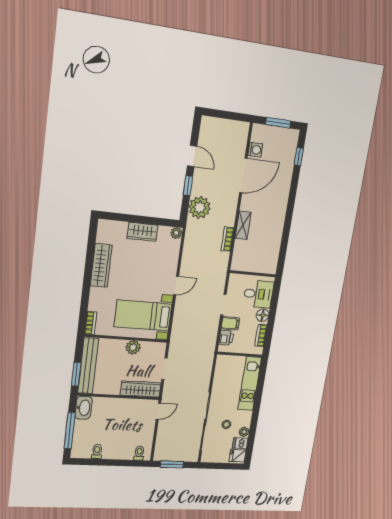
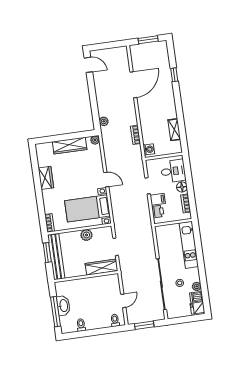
washing machine: (255, 150) -> (149, 149), moved
door: (192, 156) -> (88, 65), moved
window: (299, 157) -> (174, 75), moved
window: (188, 186) -> (94, 103), removed
plant: (200, 208) -> (104, 121), width x0.53, depth x0.53
shelving: (243, 225) -> (174, 130), moved
wardrobe: (142, 232) -> (70, 146), width x1.50
wardrobe: (101, 266) -> (46, 178), width x0.67
door: (176, 285) -> (106, 180), hinge flipped
window: (76, 374) -> (47, 253), moved
washbasin: (84, 408) -> (63, 306), moved
door: (158, 411) -> (123, 301), moved

